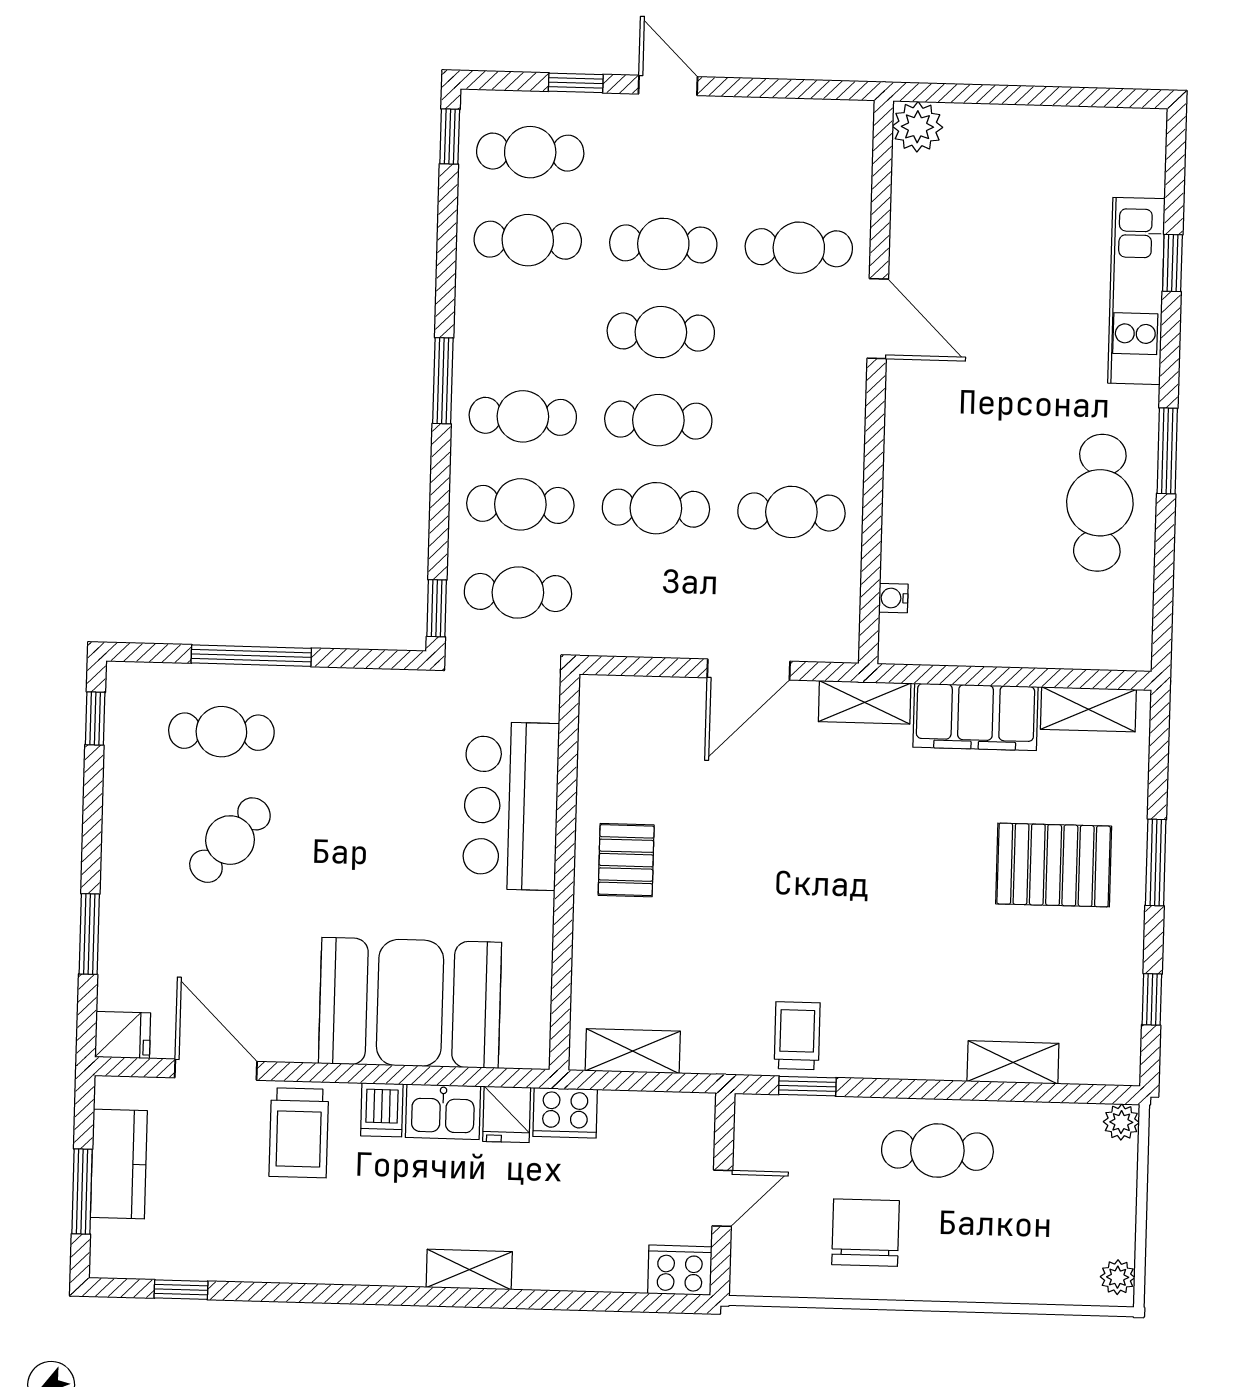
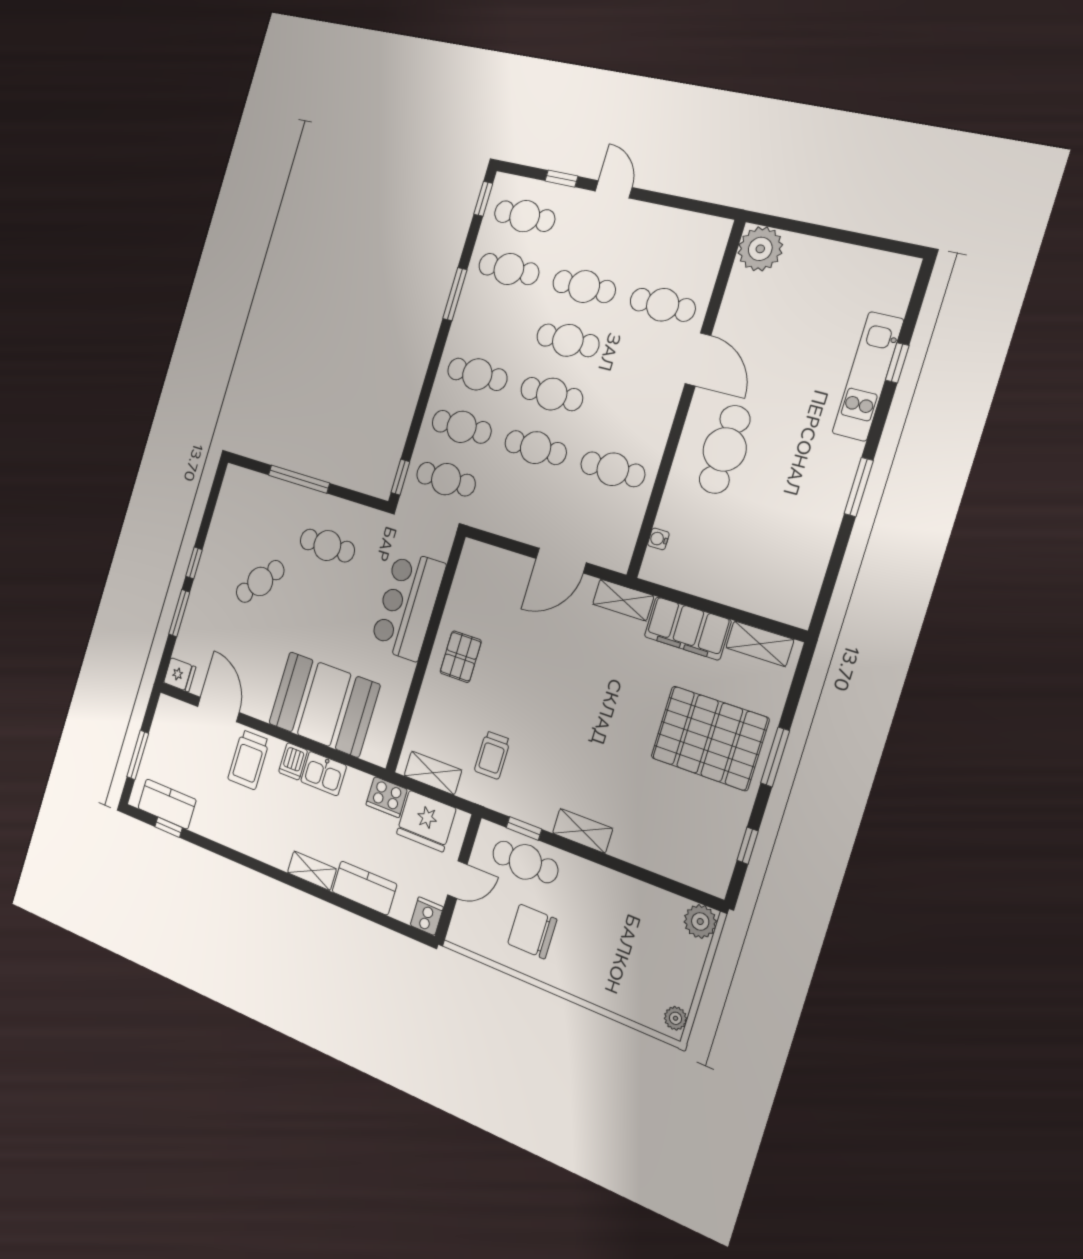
plant: (917, 127) -> (760, 249), width x1.36, depth x1.36
window: (443, 381) -> (455, 294), moved
cafe table: (1100, 503) -> (725, 449), moved
window: (95, 719) -> (194, 563), moved
cafe table: (221, 732) -> (327, 546), moved
pallet: (1054, 865) -> (710, 738), width x1.37, depth x1.41
trolley: (797, 1036) -> (492, 755), moved, turned 180
shelving: (1013, 1062) -> (582, 831), moved
fridge: (507, 1114) -> (426, 821), moved, width x1.88, depth x1.34
plant: (1121, 1122) -> (700, 921), width x1.38, depth x1.38
cafe table: (937, 1151) -> (525, 862), moved
kitchen counter: (119, 1164) -> (167, 804), moved, turned -90
chair: (866, 1233) -> (532, 931), turned -90
kitchen counter: (569, 1265) -> (364, 888), added
cooker: (680, 1270) -> (427, 916), width x0.73

